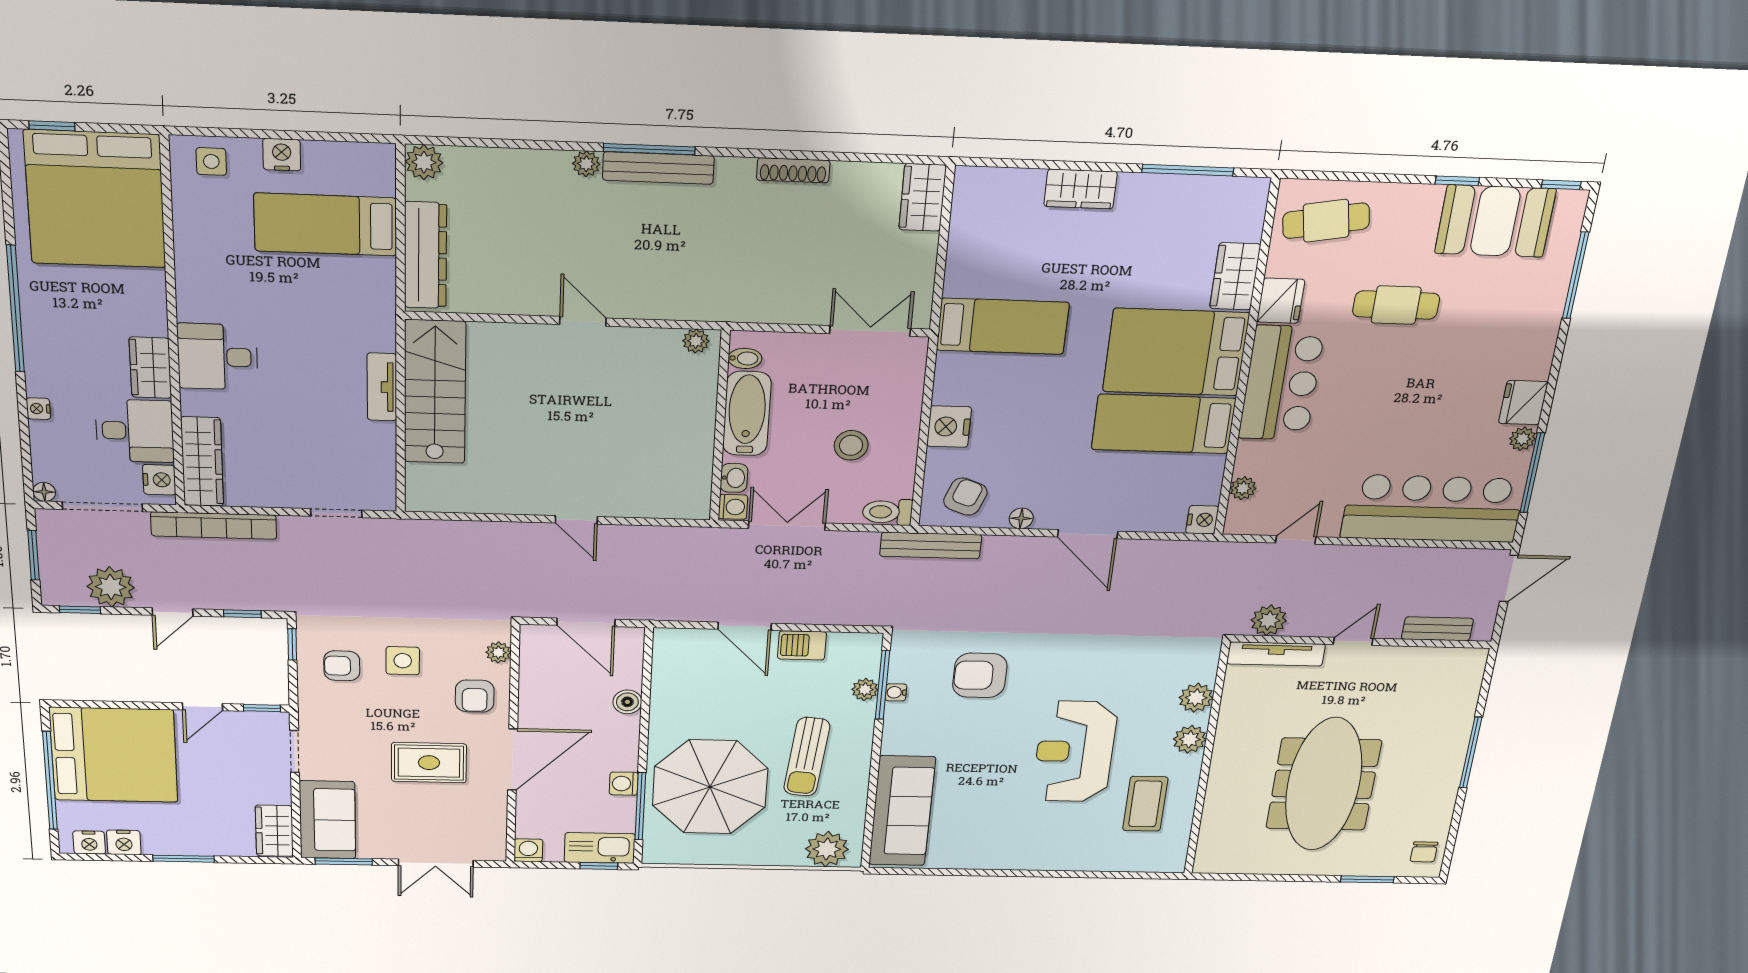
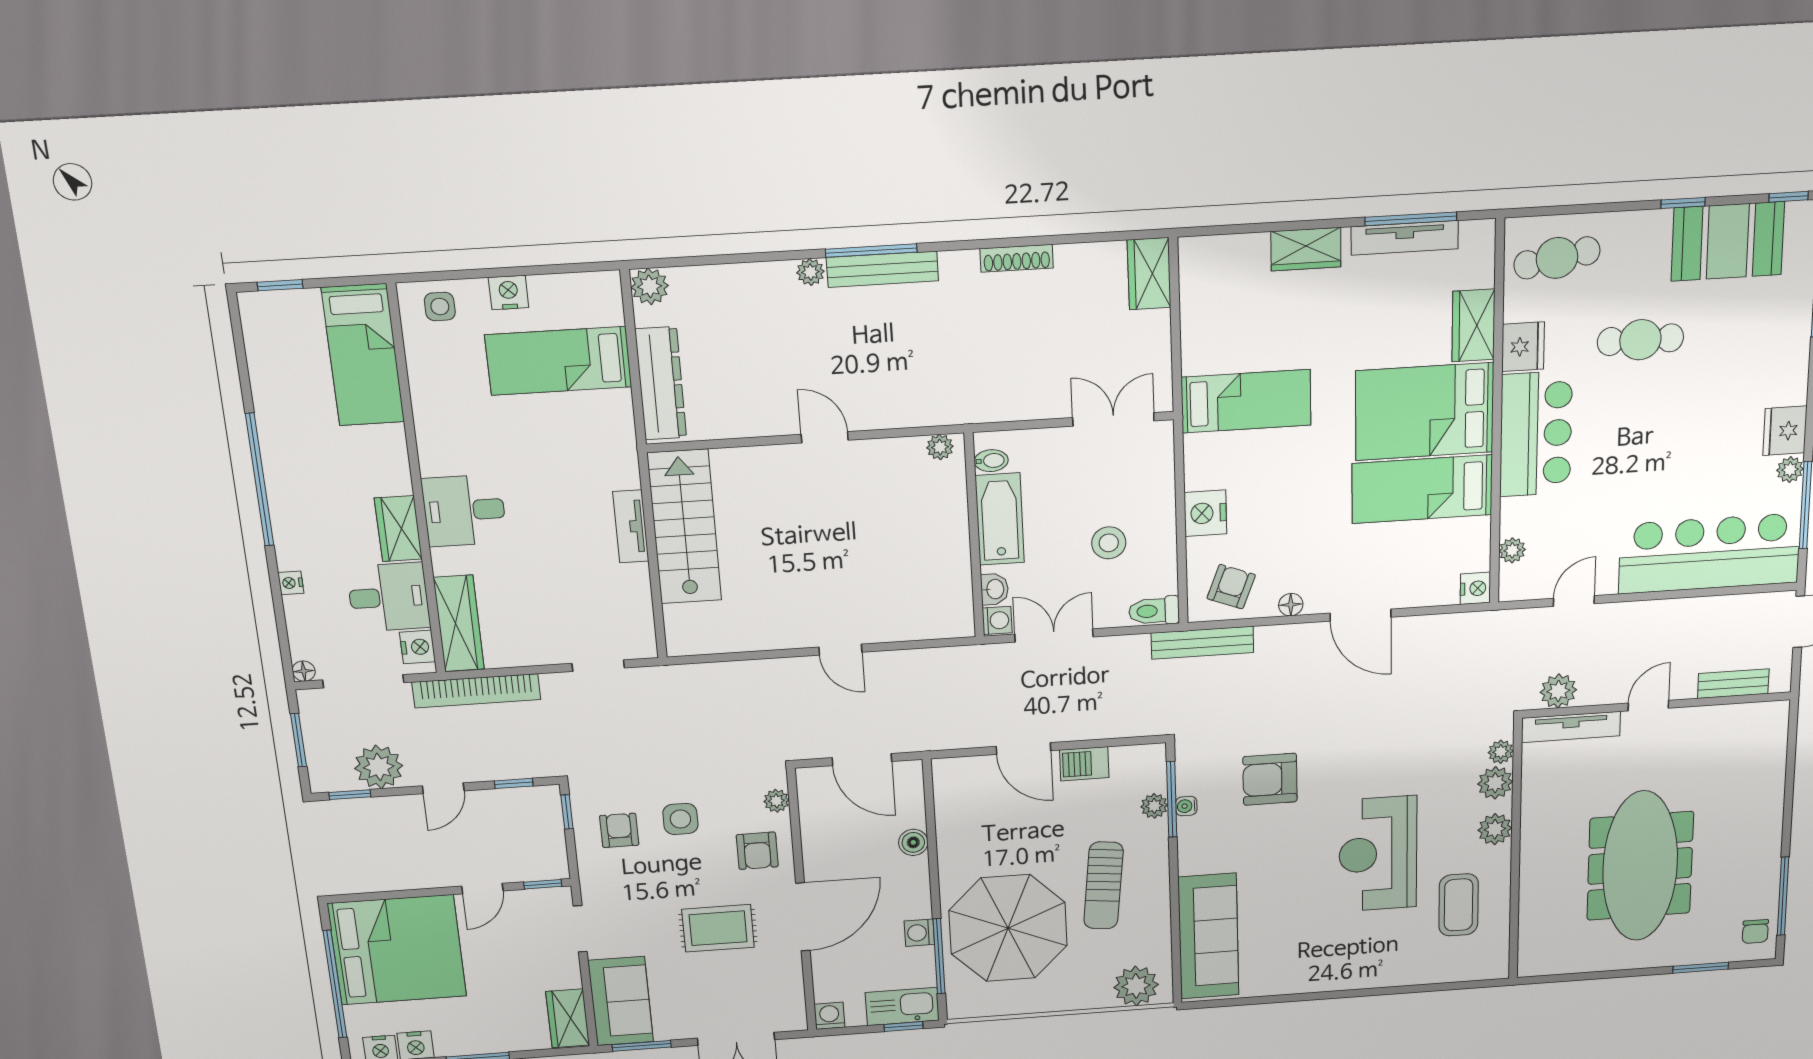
tv unit: (1179, 187) -> (1405, 238), added
bed: (95, 199) -> (363, 355), width x0.49
armchair: (342, 666) -> (619, 830), turned 90
plant: (1205, 670) -> (1501, 752), added
window: (1471, 753) -> (1783, 896), moved

